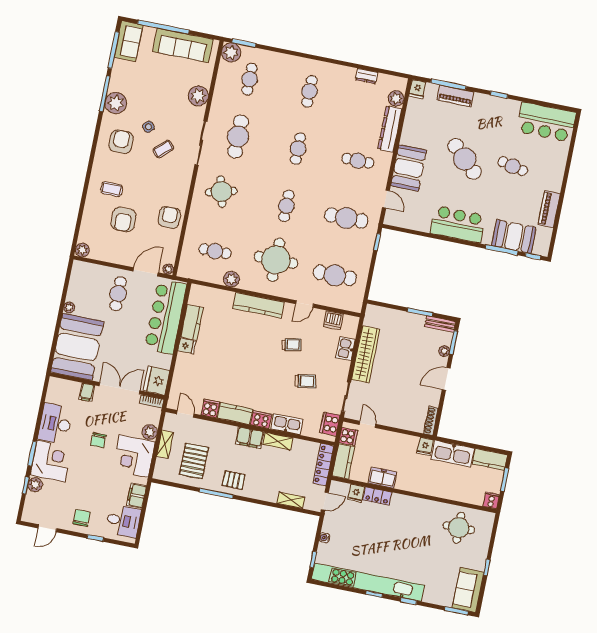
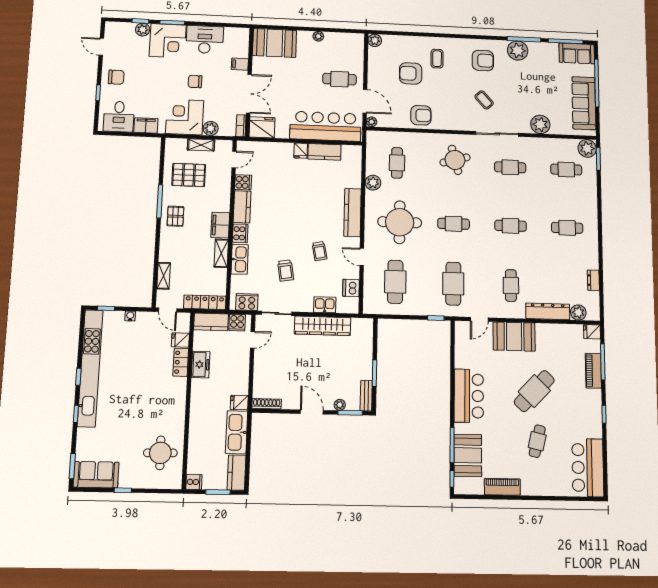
side table: (148, 127) -> (502, 83), removed
cafe table: (238, 137) -> (510, 167), width x0.73, depth x0.74
booth: (77, 347) -> (274, 43), width x0.73, depth x0.70

